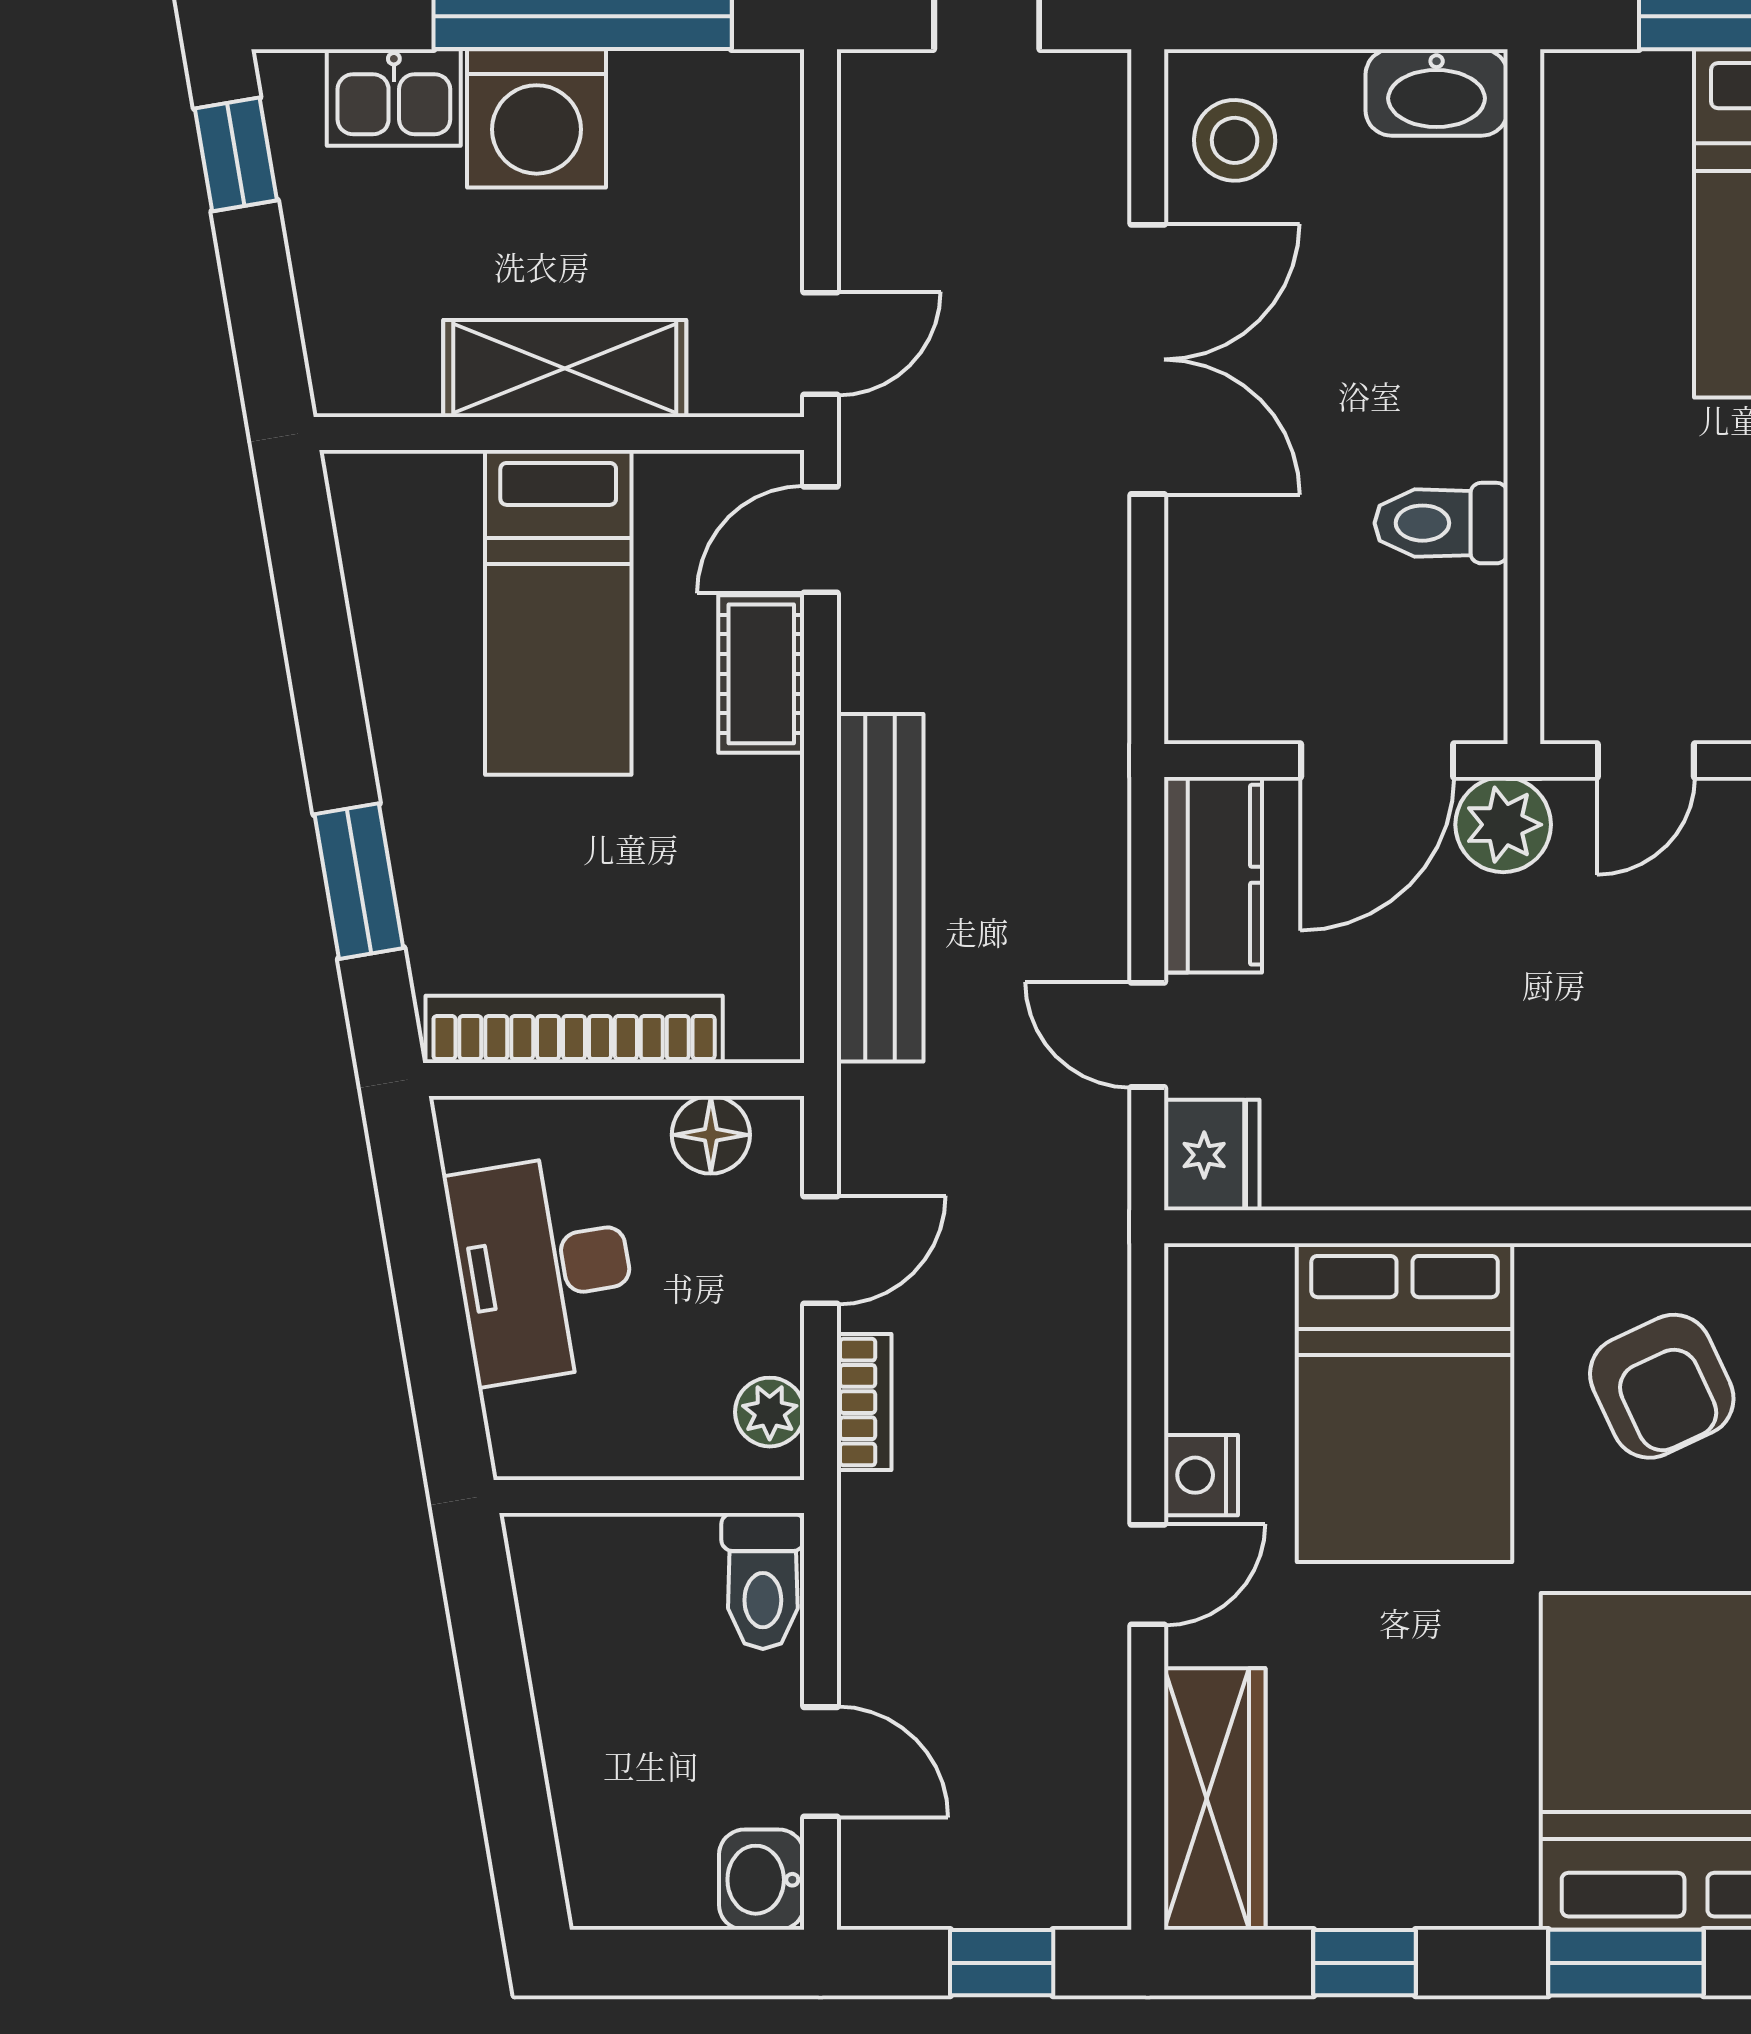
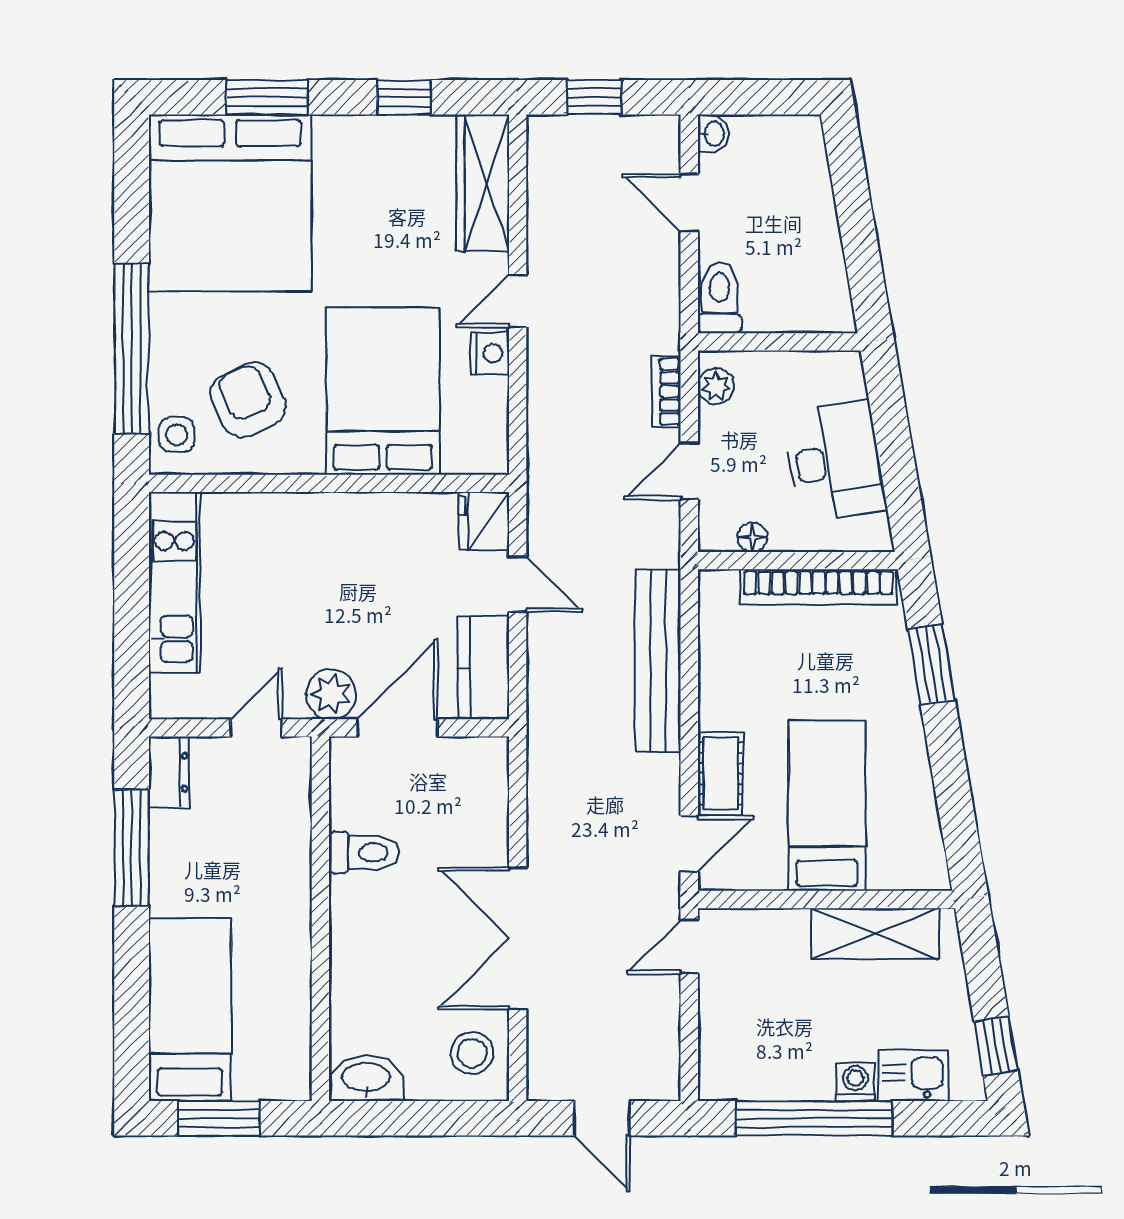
washing machine: (537, 118) -> (855, 1082), width x0.53, depth x0.53
shelving: (565, 369) -> (875, 934), moved
floor lamp: (711, 1135) -> (752, 537), width x0.73, depth x0.73
washbasin: (762, 1880) -> (713, 134), width x0.72, depth x0.69

